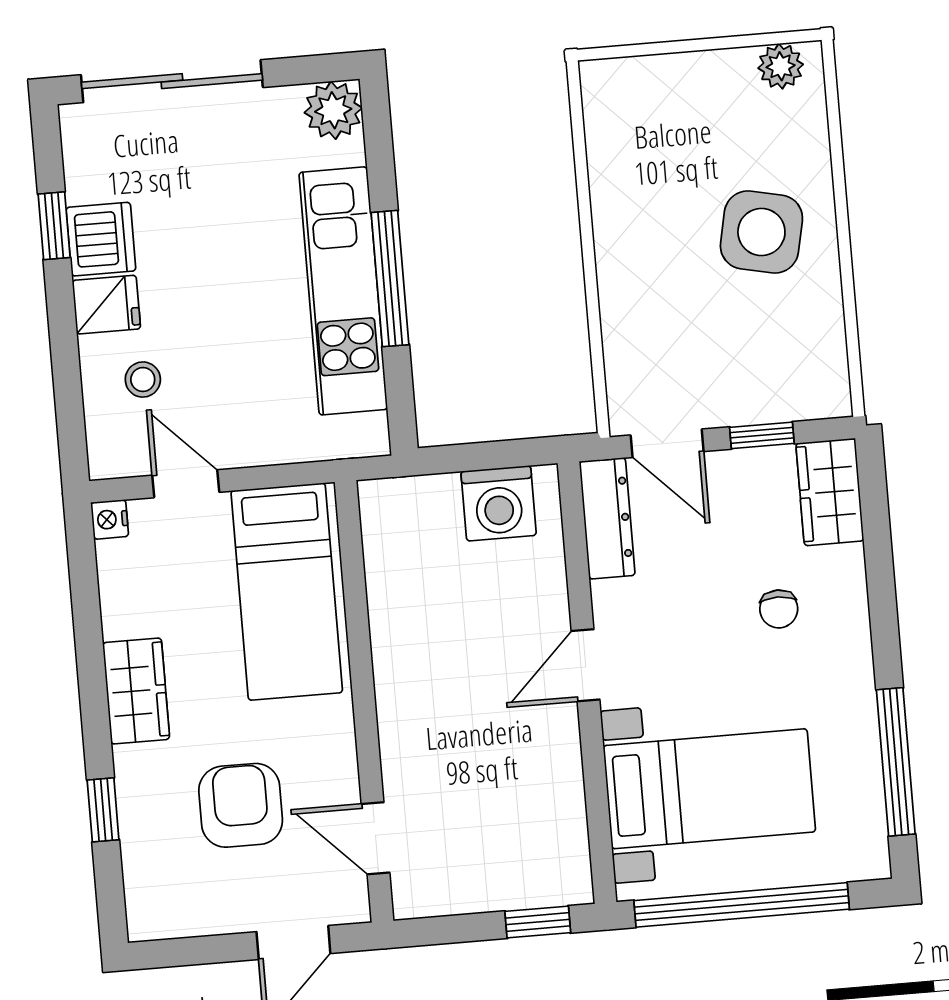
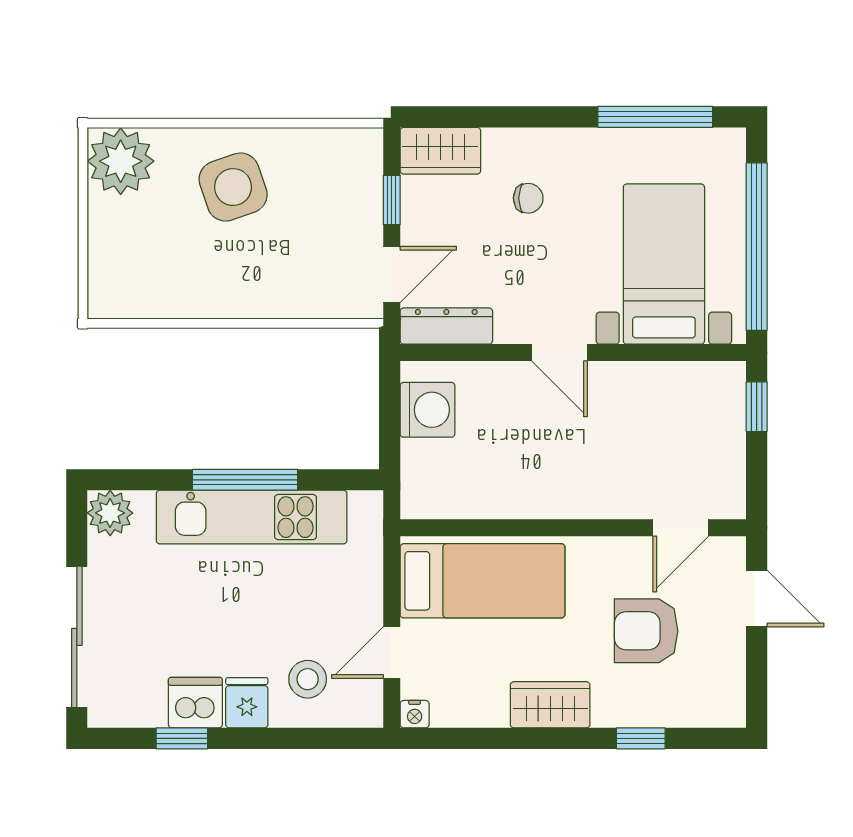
plant: (781, 66) -> (121, 161), width x1.87, depth x1.87
side table: (761, 232) -> (233, 187), turned -31
stool: (143, 380) -> (308, 679), width x1.37, depth x1.37

